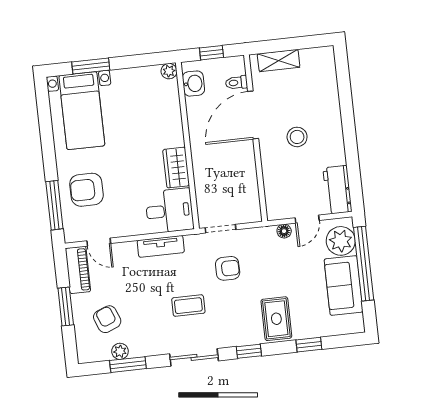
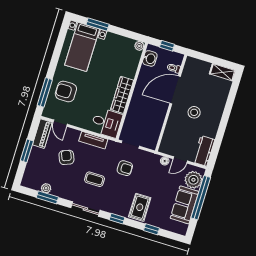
shelving: (279, 60) -> (223, 72), moved
wardrobe: (176, 168) -> (122, 95), width x1.50
armchair: (107, 319) -> (66, 157), moved

